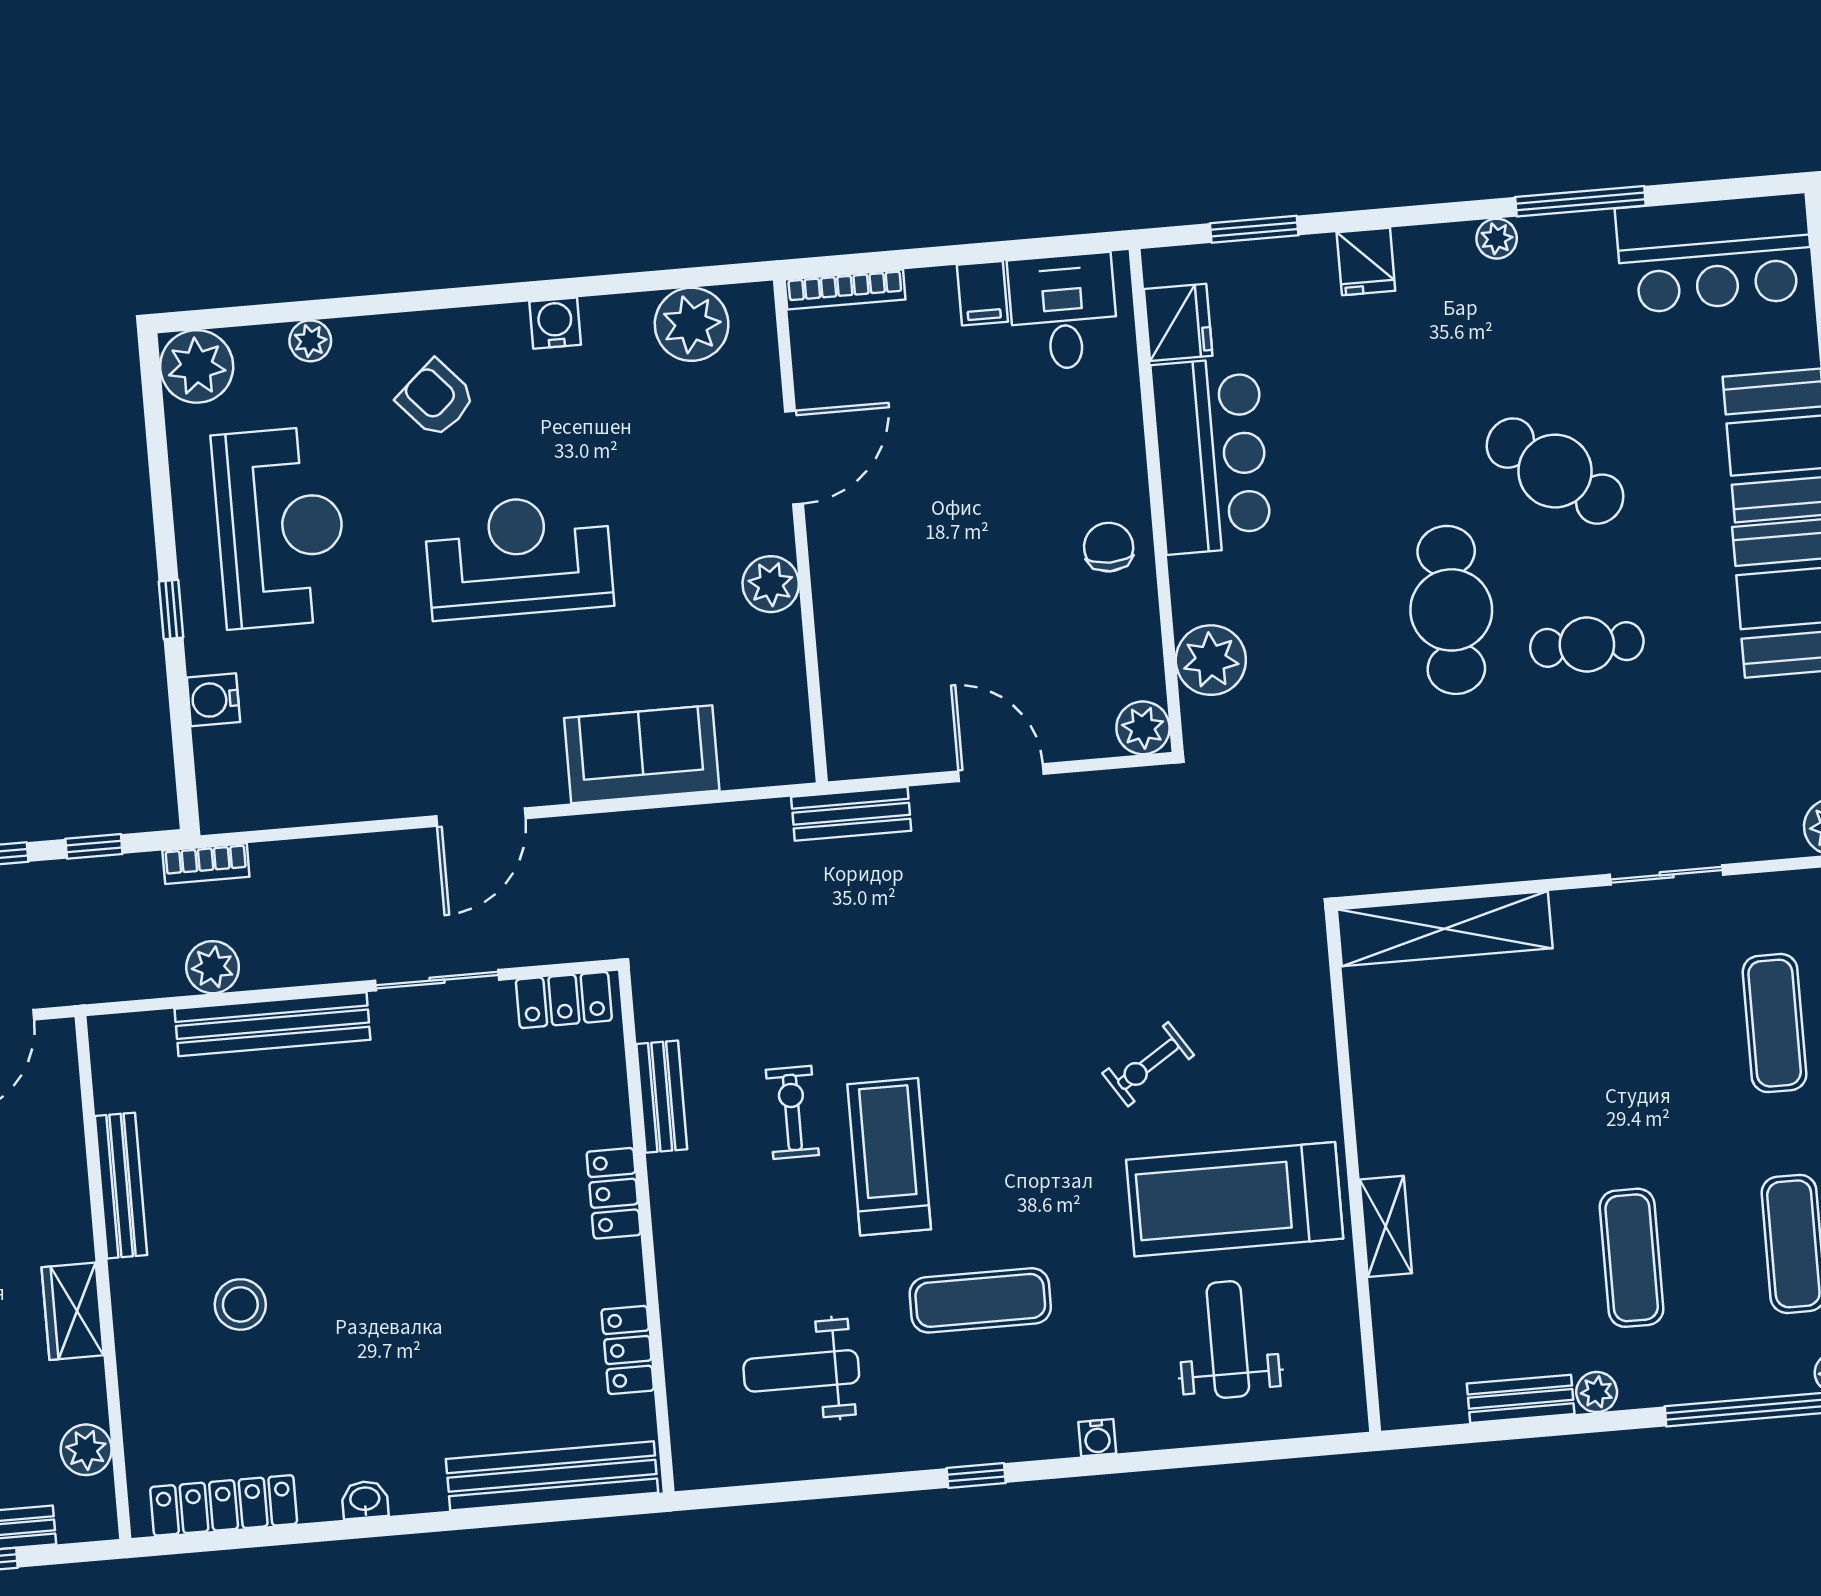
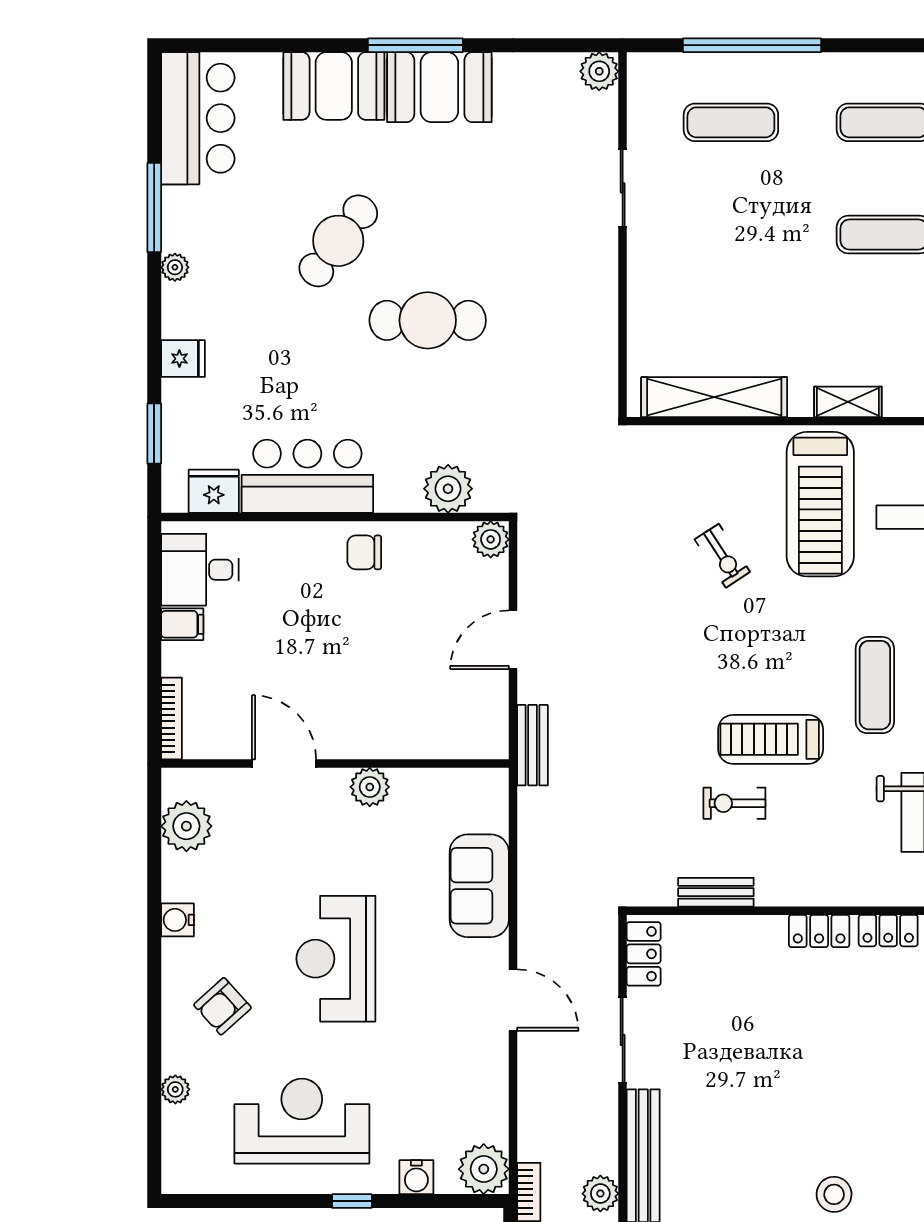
plant: (197, 366) -> (484, 1169), moved
cafe table: (1587, 645) -> (459, 229), removed
shelving: (1445, 929) -> (714, 397), moved, turned 90
locker: (614, 1193) -> (819, 931), moved

